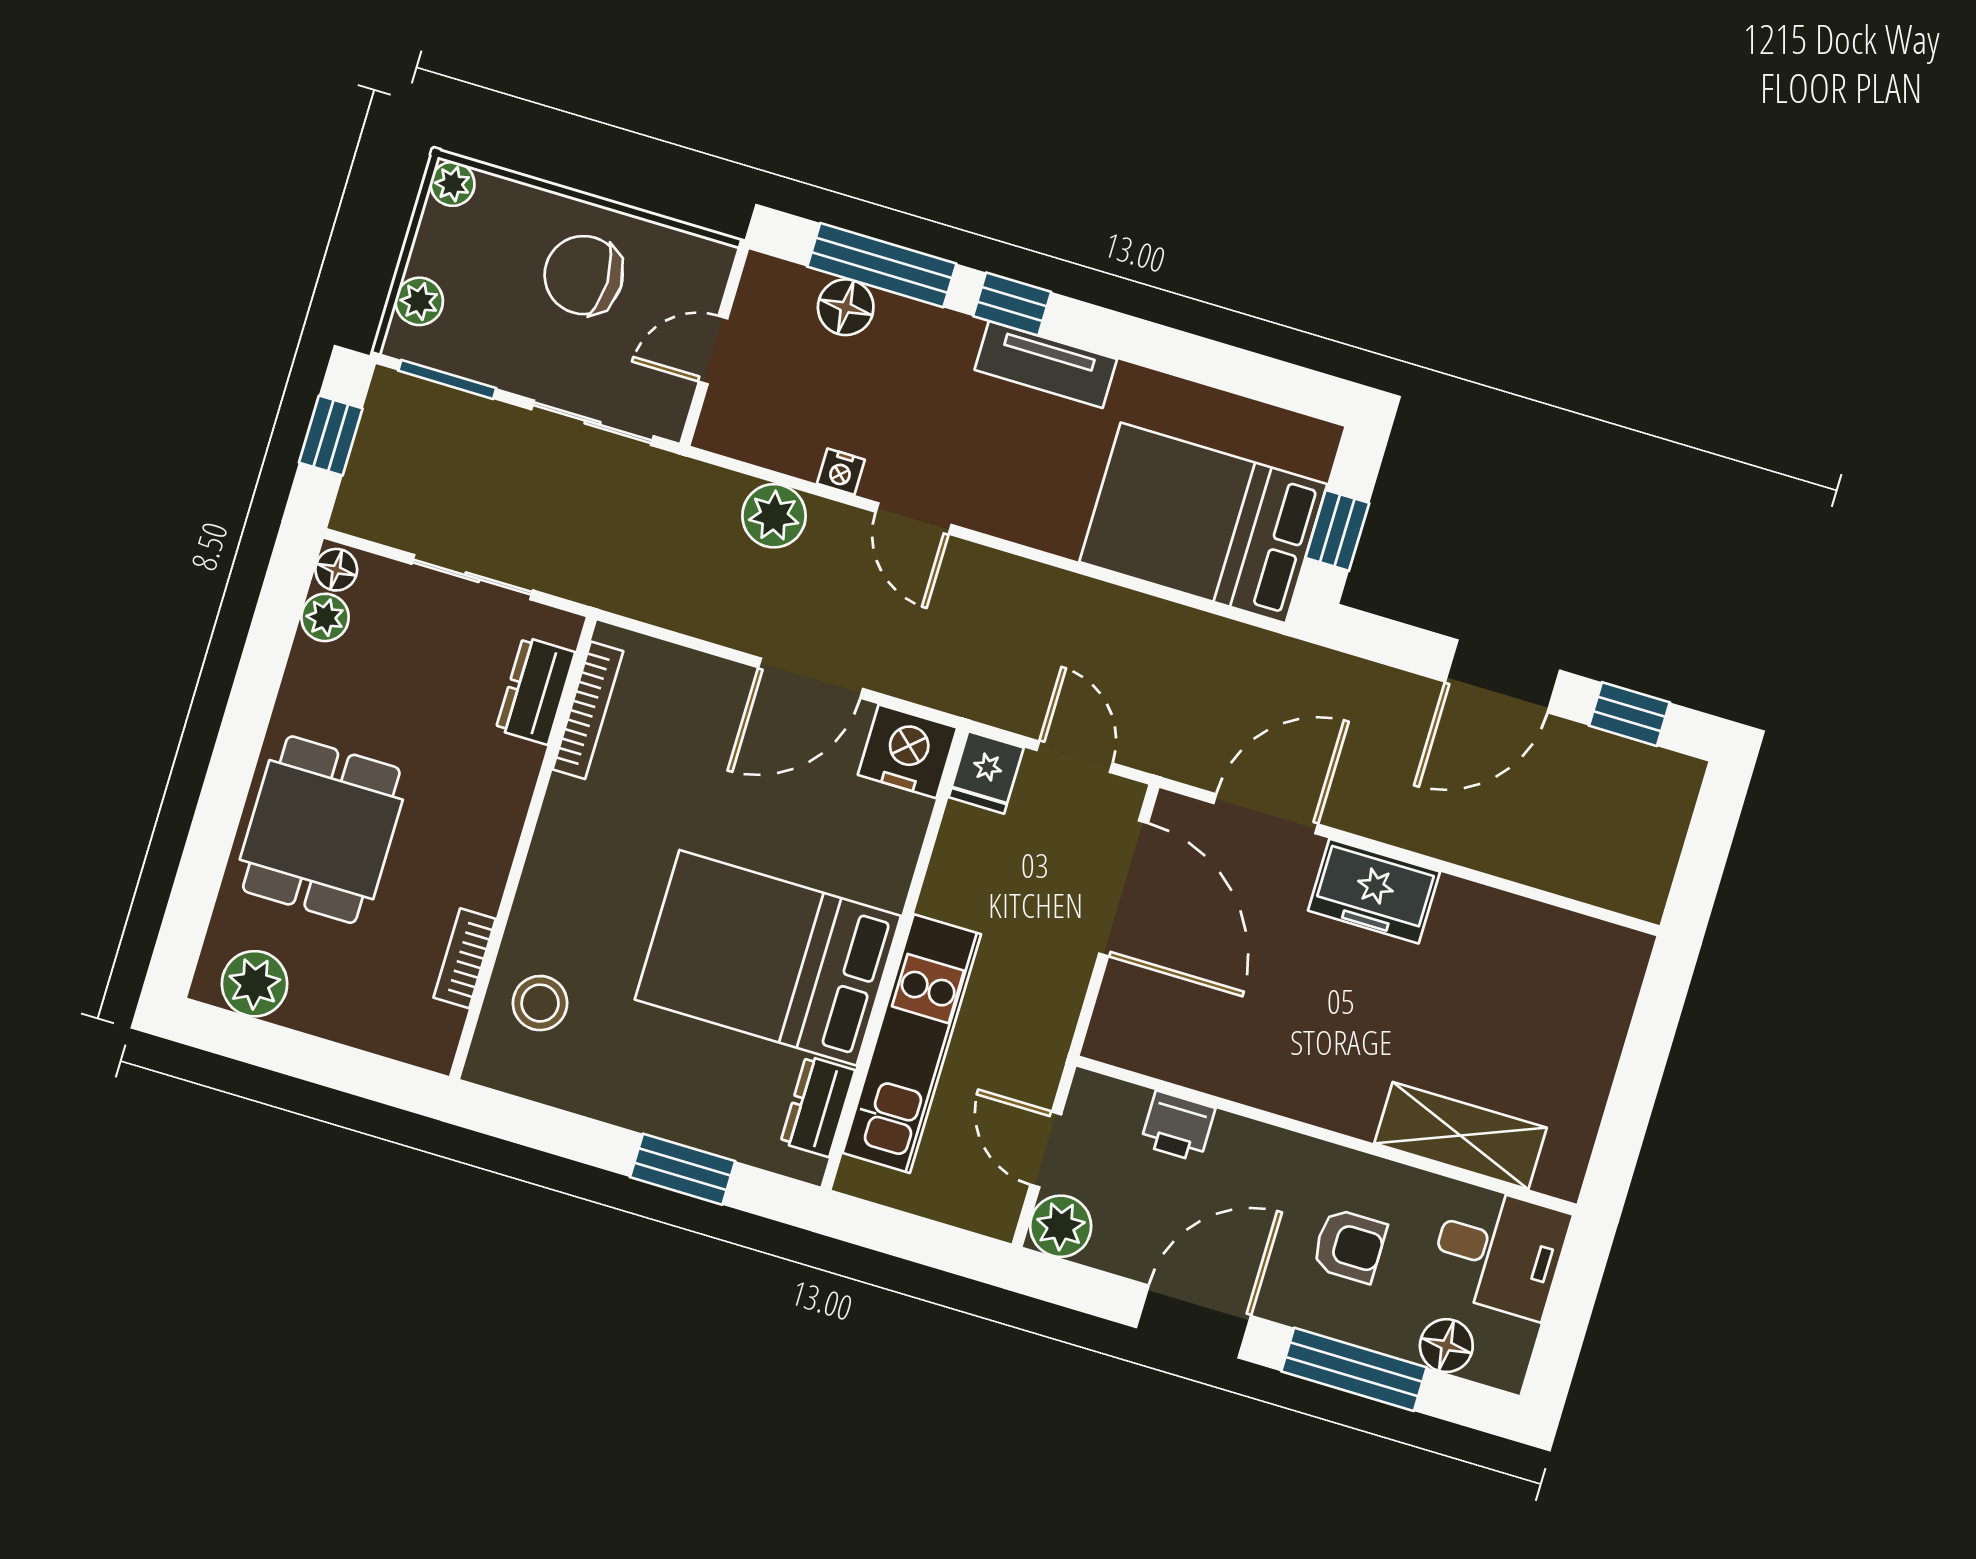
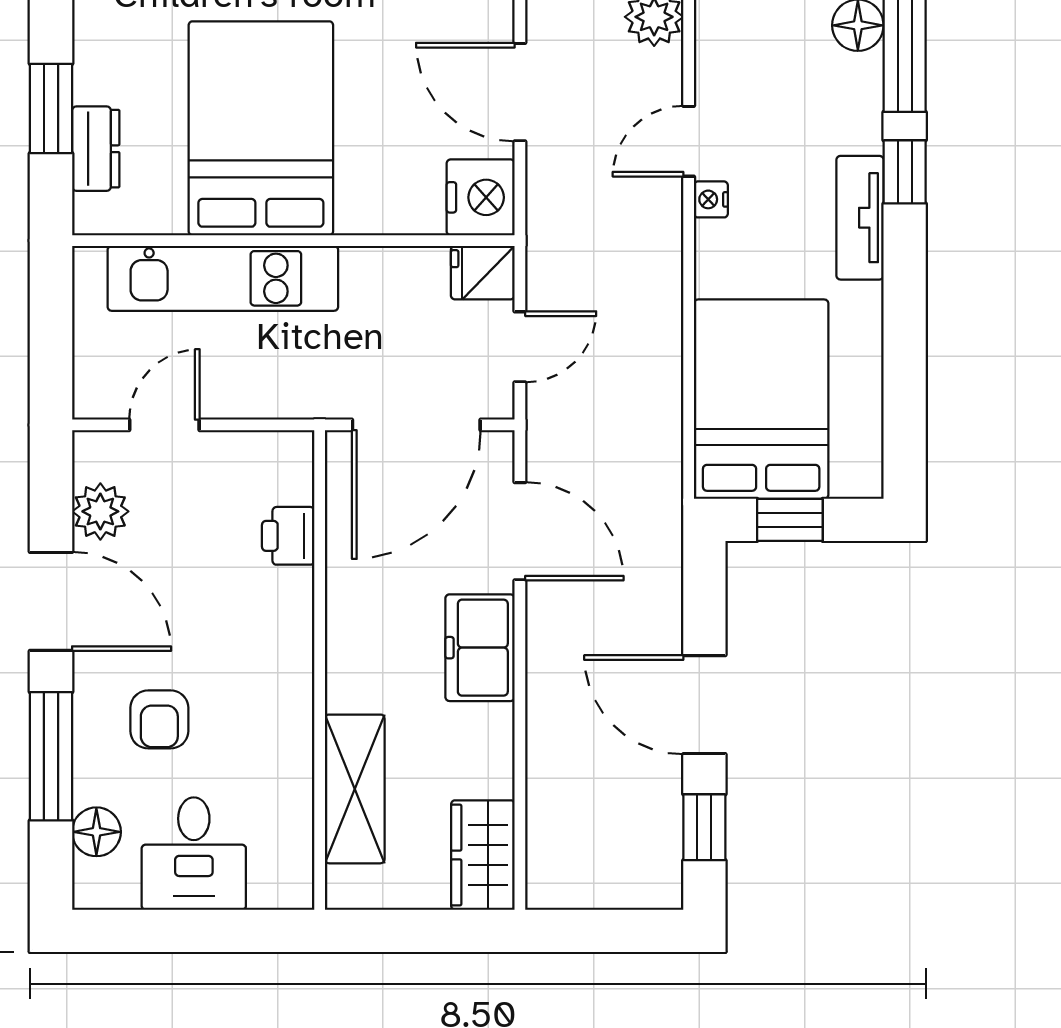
nightstand: (841, 472) -> (711, 199), moved
wardrobe: (1590, 952) -> (483, 855), added
dresser: (818, 1106) -> (96, 149), moved, turned 90
printer: (1178, 1126) -> (288, 536), moved
wall: (1326, 1135) -> (320, 670), moved
shelving: (1461, 1136) -> (355, 789), moved
plant: (1061, 1226) -> (100, 511), moved

